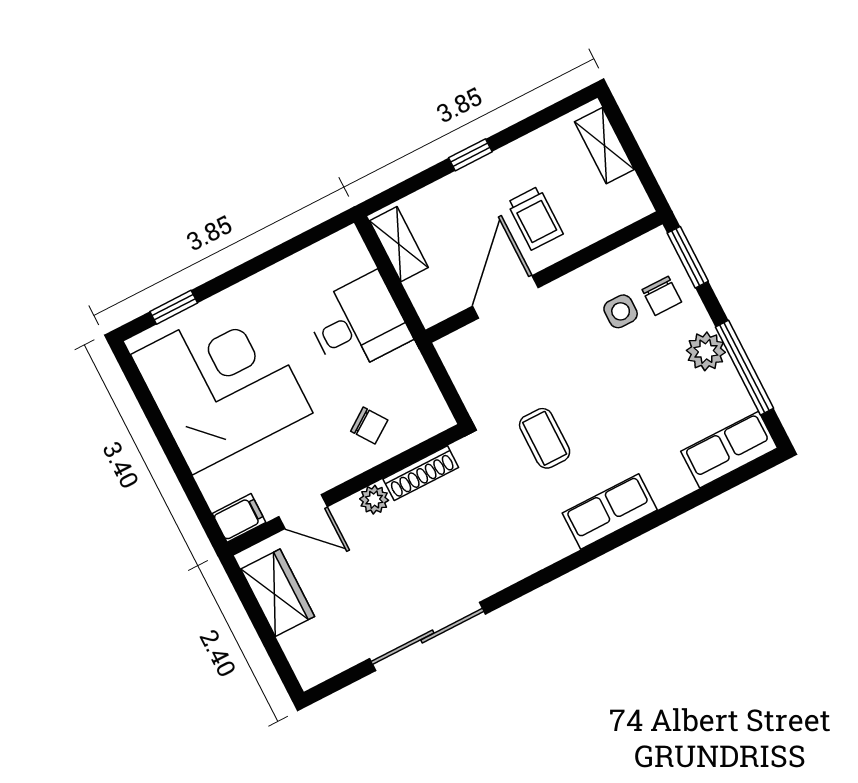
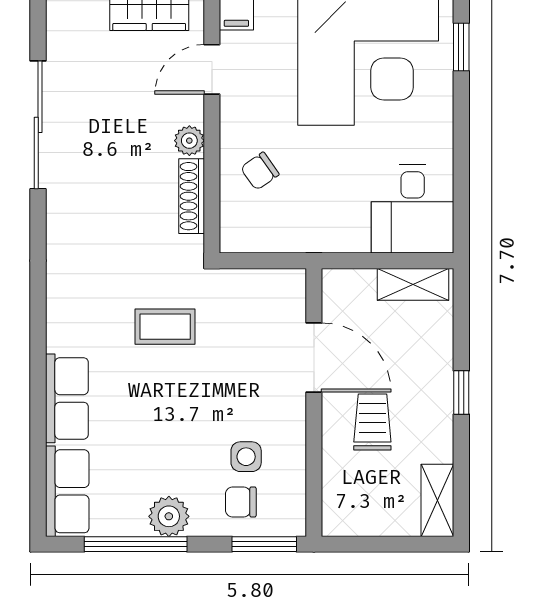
shelving: (604, 146) -> (437, 500), moved, turned 90
trolley: (535, 218) -> (372, 422), turned 90
desk: (358, 324) -> (413, 209), moved
row of seats: (610, 511) -> (67, 398), moved

